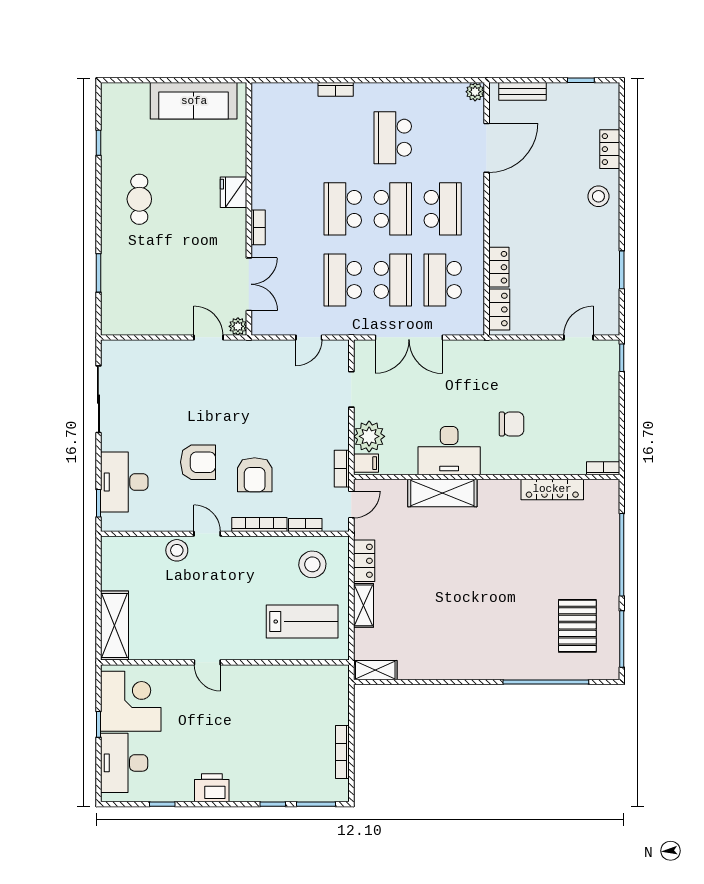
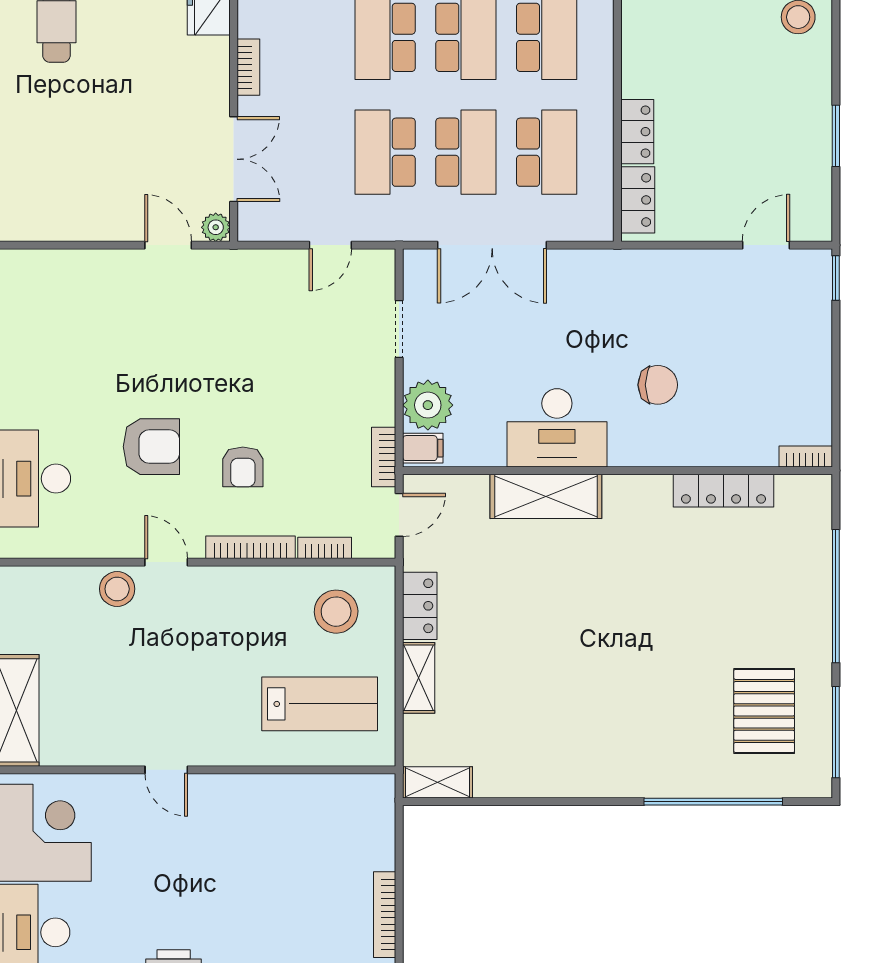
school desk: (443, 280) -> (547, 152), turned 180
armchair: (255, 475) -> (243, 467), width x0.72, depth x0.72

